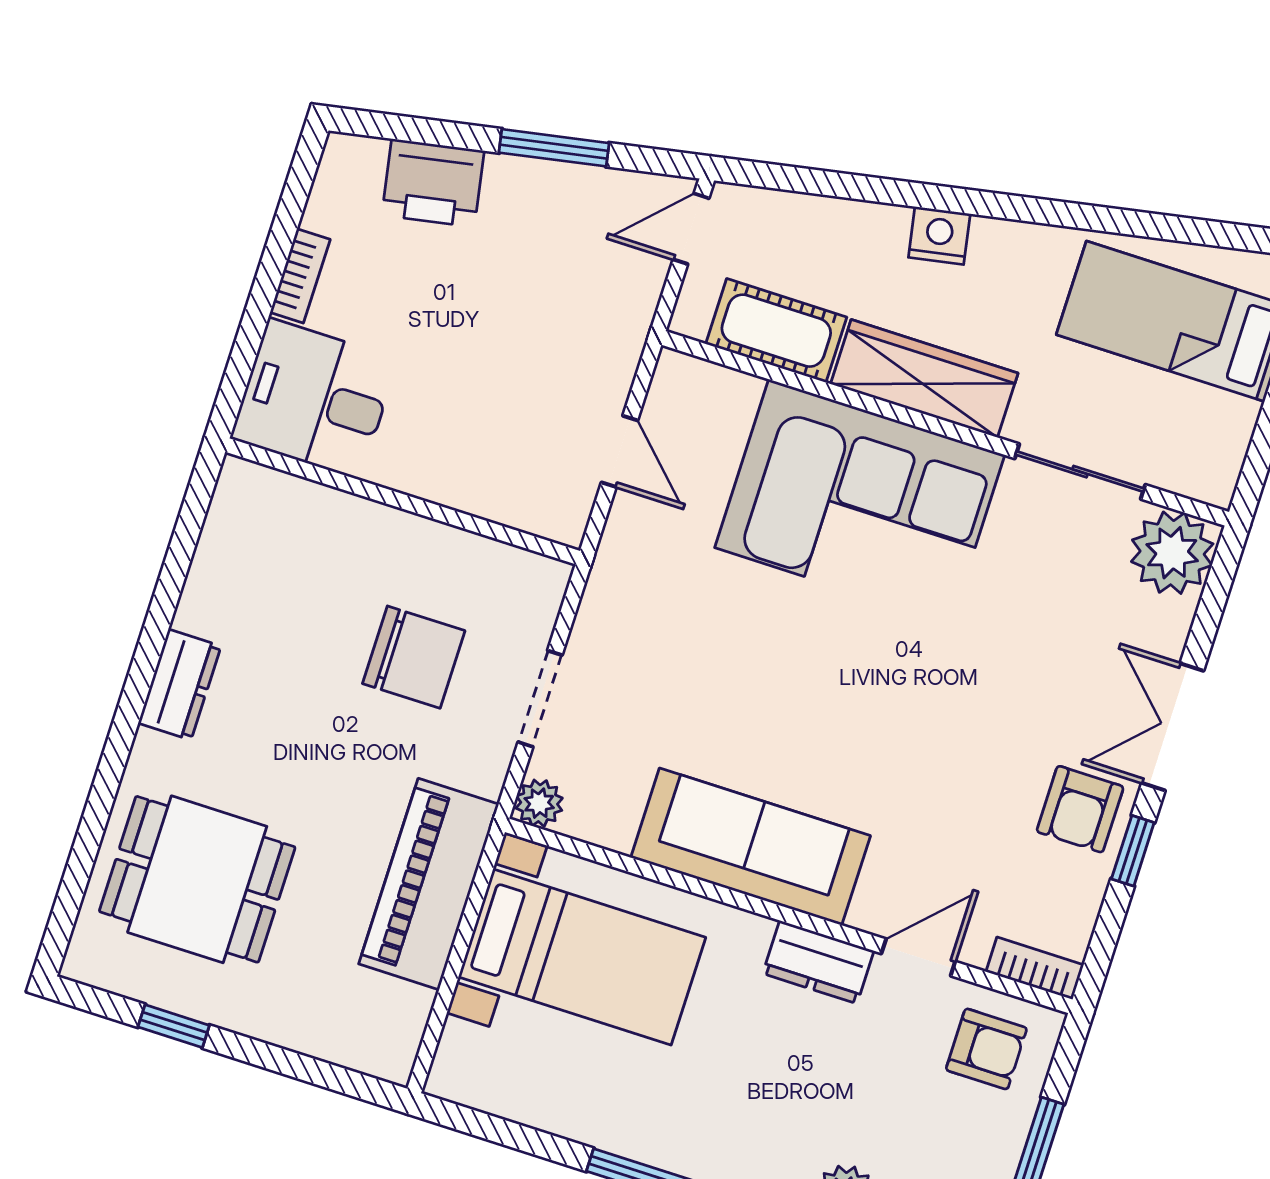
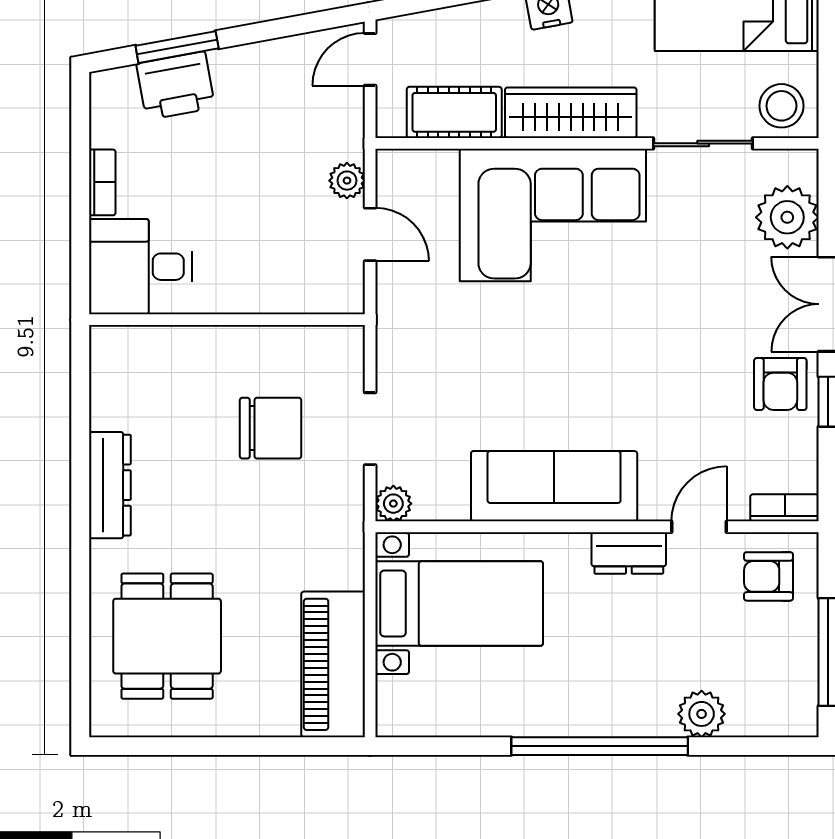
window: (554, 148) -> (177, 47), moved
plant: (612, 373) -> (347, 181), added
stool: (1195, 456) -> (781, 106), added
plant: (1172, 553) -> (787, 217), moved
dresser: (180, 685) -> (110, 485), width x1.44
dining table: (197, 879) -> (167, 636), turned 90
piano: (429, 884) -> (333, 664), moved
window: (174, 1026) -> (184, 746), removed
armchair: (986, 1049) -> (768, 576), turned 180

